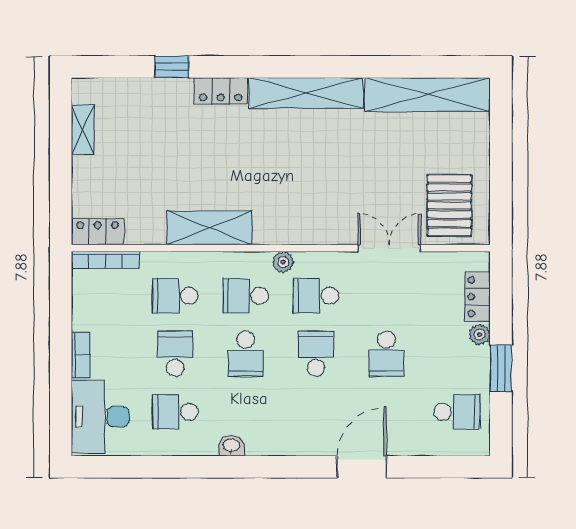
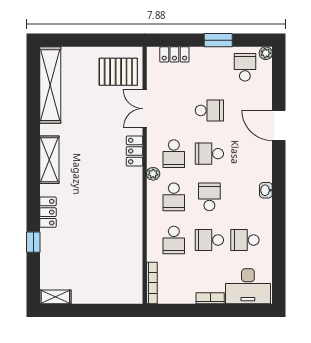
shelving: (306, 93) -> (49, 160), width x0.68
shelving: (83, 130) -> (55, 297), moved
shelving: (209, 228) -> (132, 219), removed
locker: (98, 232) -> (134, 151), moved
plant: (480, 335) -> (266, 53), moved
school desk: (246, 354) -> (209, 197), turned -90
school desk: (175, 412) -> (245, 240), turned 90
washbasin: (231, 446) -> (266, 190), moved

